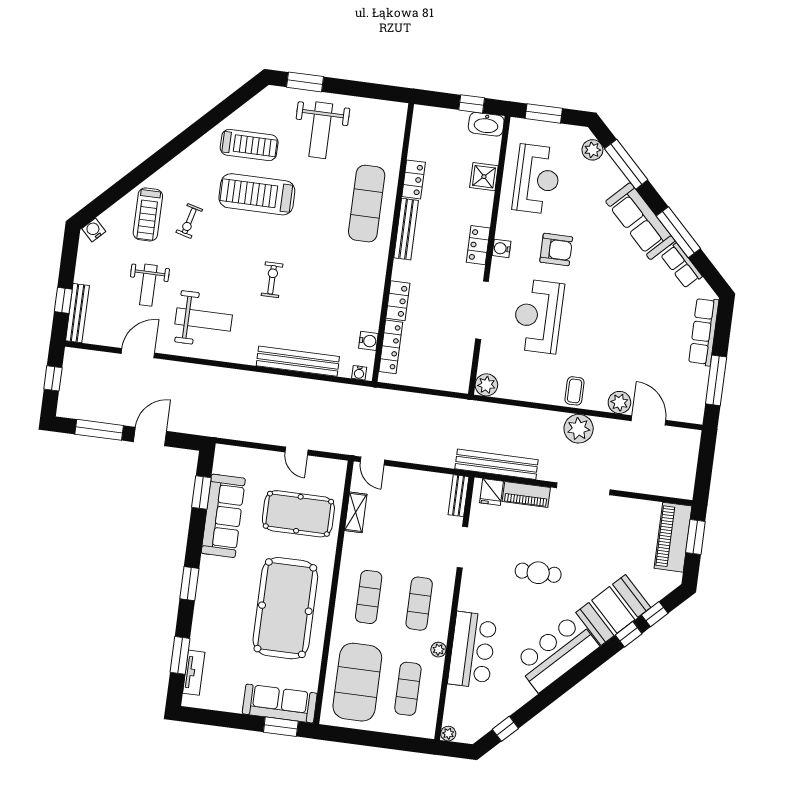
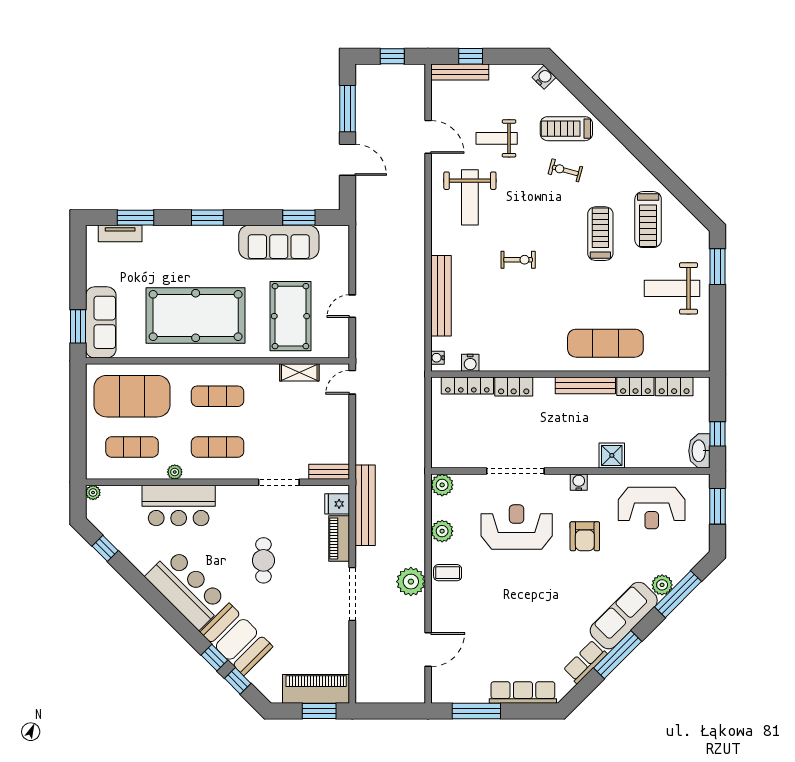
plant: (592, 150) -> (662, 585), moved
shower: (484, 177) -> (612, 455), moved
treadmill: (257, 194) -> (600, 234), width x0.73, depth x0.73
locker: (478, 245) -> (674, 386), moved, turned 180
plant: (619, 402) -> (442, 531), moved

